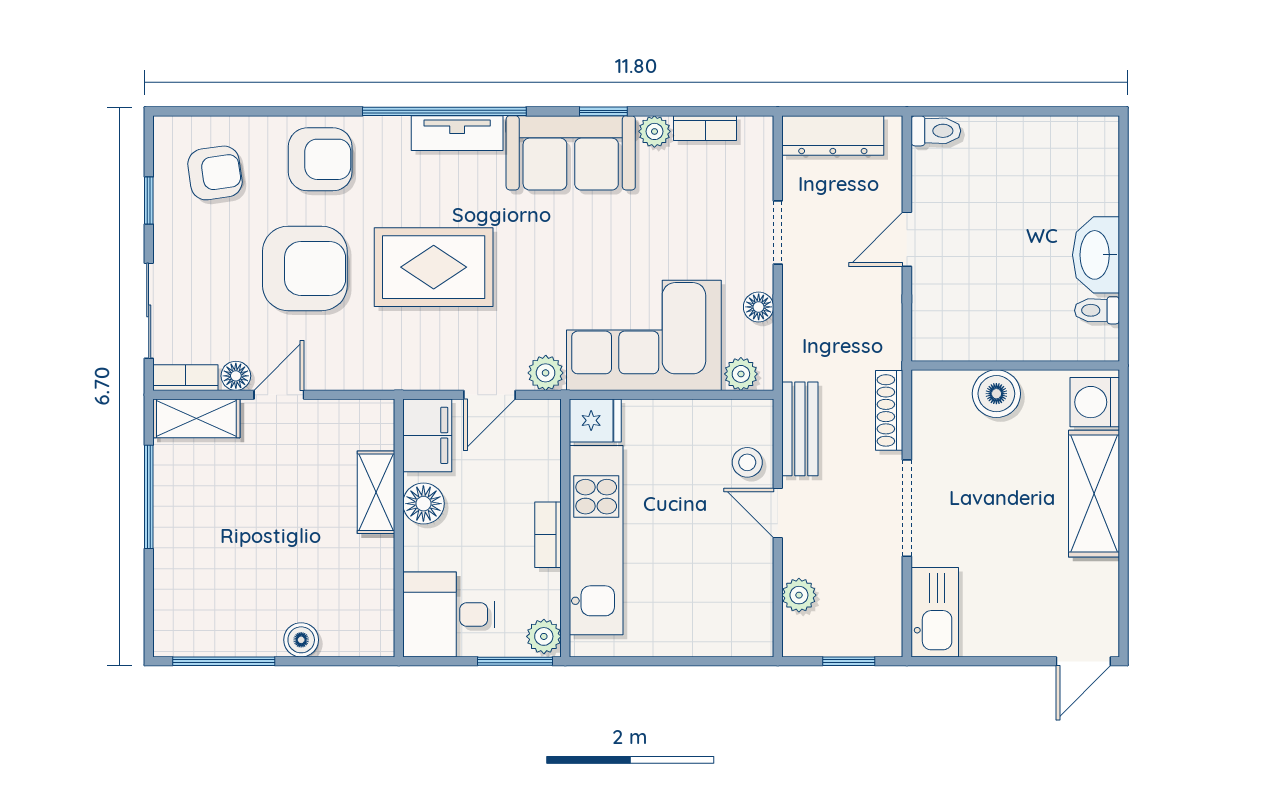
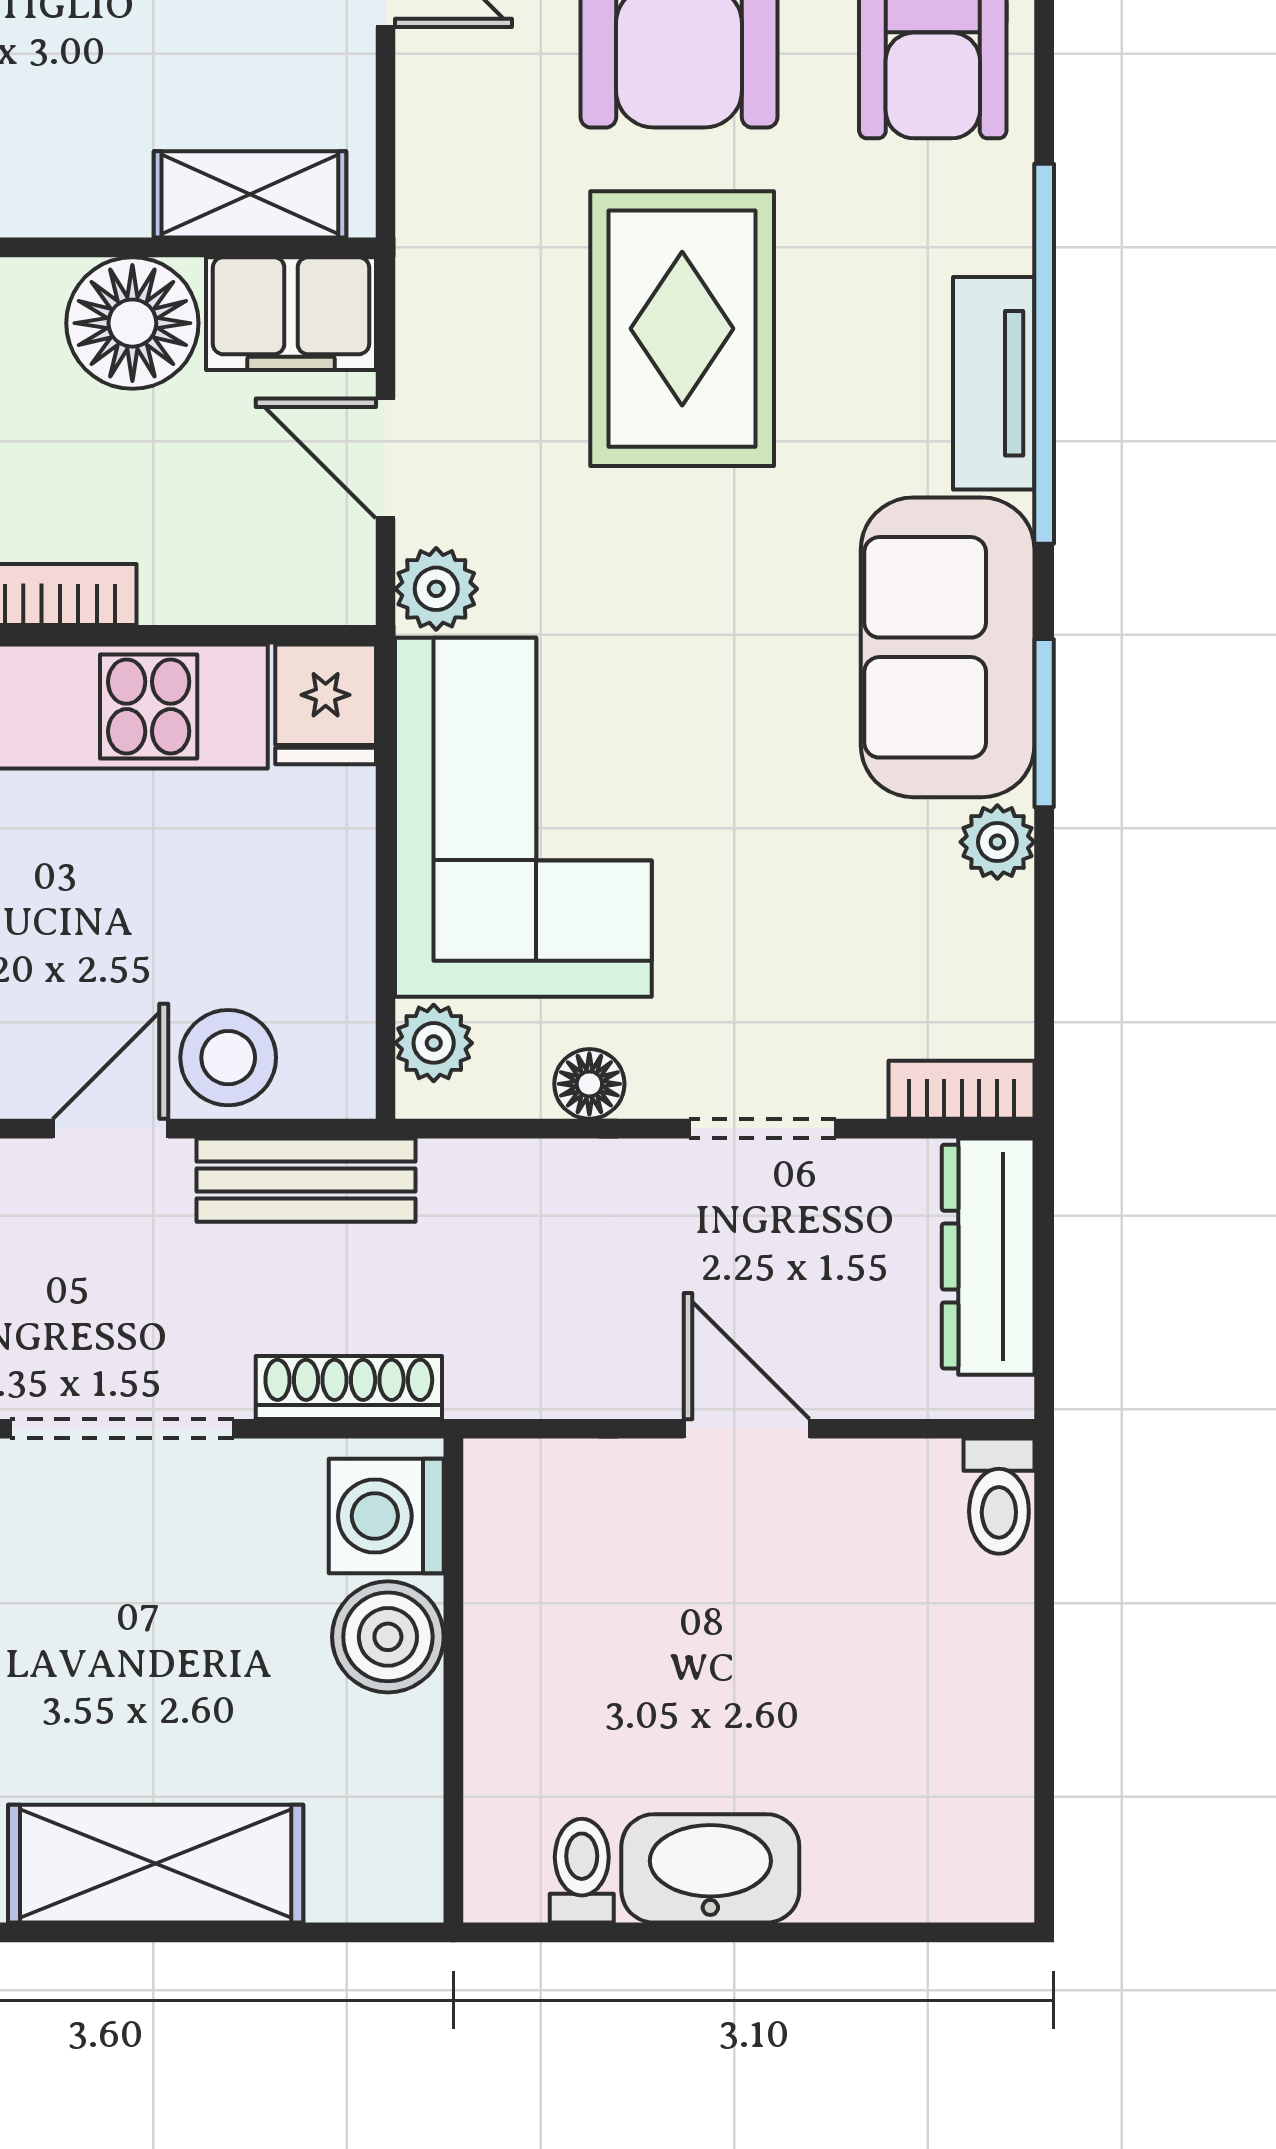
window: (603, 111) -> (1044, 723), width x1.50
bookcase: (705, 128) -> (962, 1090), moved, turned 90
washing machine: (1095, 402) -> (386, 1516), moved, turned -90
stool: (747, 462) -> (228, 1058), width x1.37, depth x1.37
shelving: (376, 492) -> (250, 194), moved
floor lamp: (423, 504) -> (132, 323), width x1.38, depth x1.38

